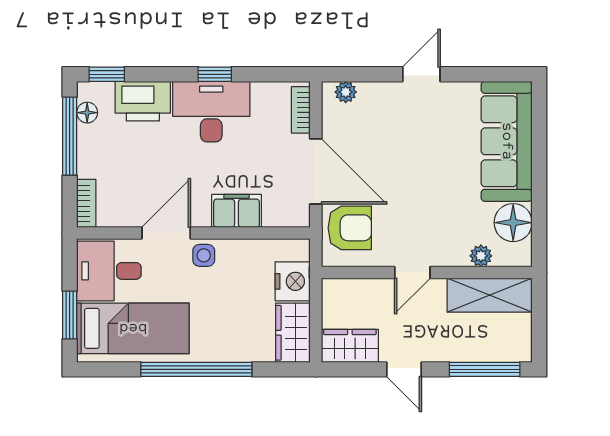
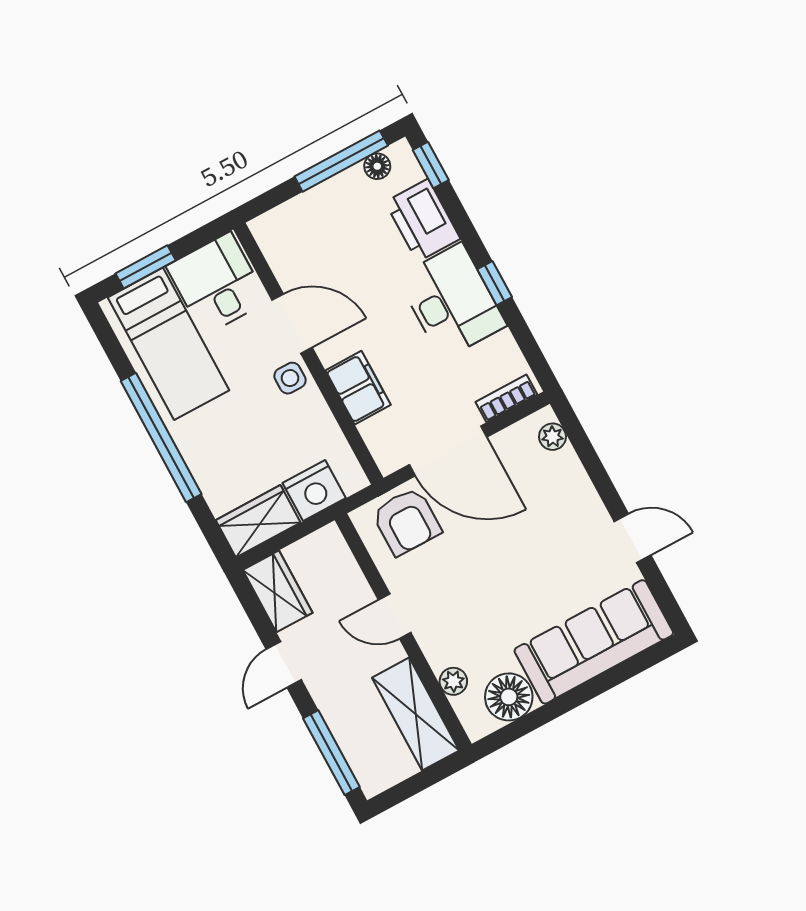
door: (421, 74) -> (633, 538), moved
door: (316, 171) -> (448, 451), hinge flipped
bookcase: (86, 203) -> (277, 219), removed

